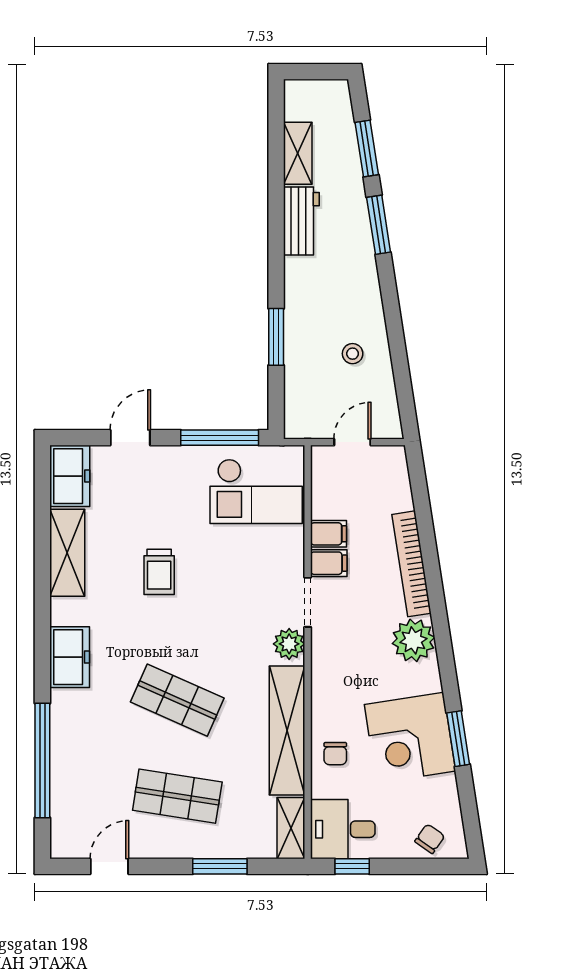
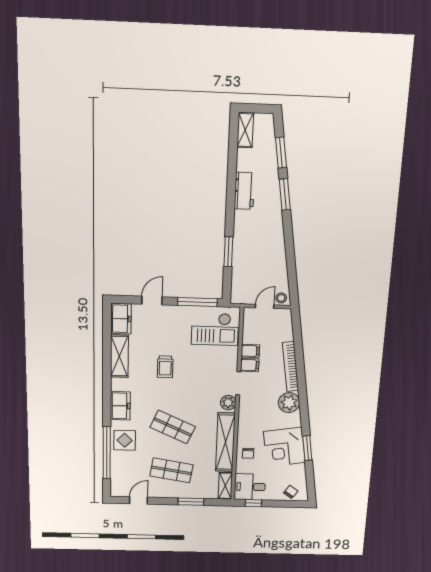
shelving: (298, 153) -> (245, 130), moved
stool: (353, 354) -> (281, 298), moved
display table: (79, 732) -> (125, 440), added

